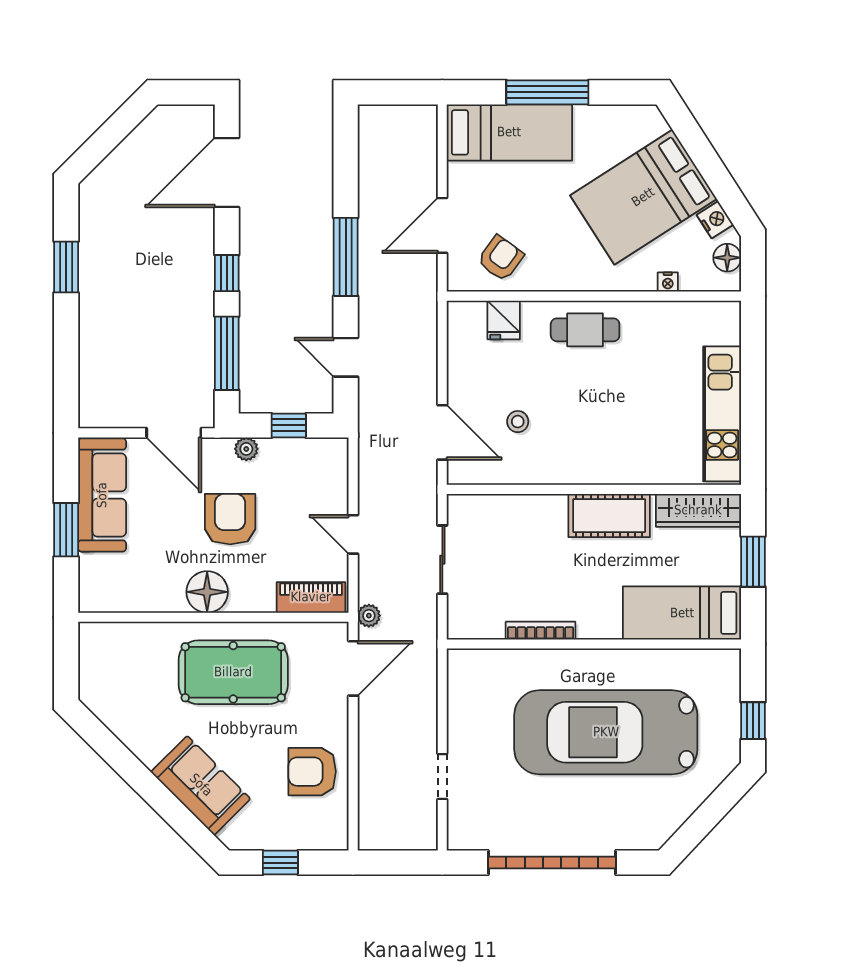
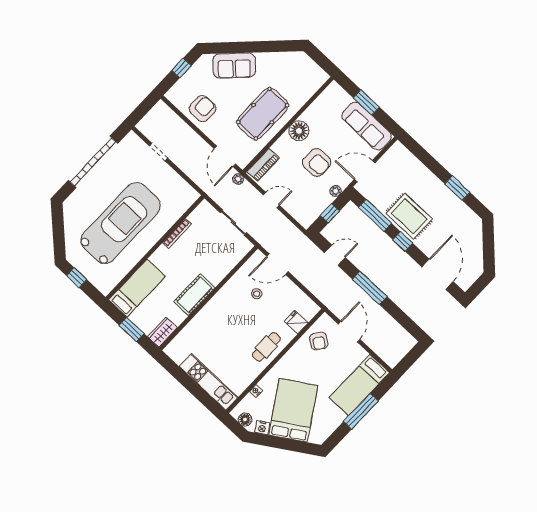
rug: (179, 300) -> (409, 216), added
kitchen unit: (722, 414) -> (209, 382), moved
wardrobe: (698, 510) -> (162, 332), width x0.67

